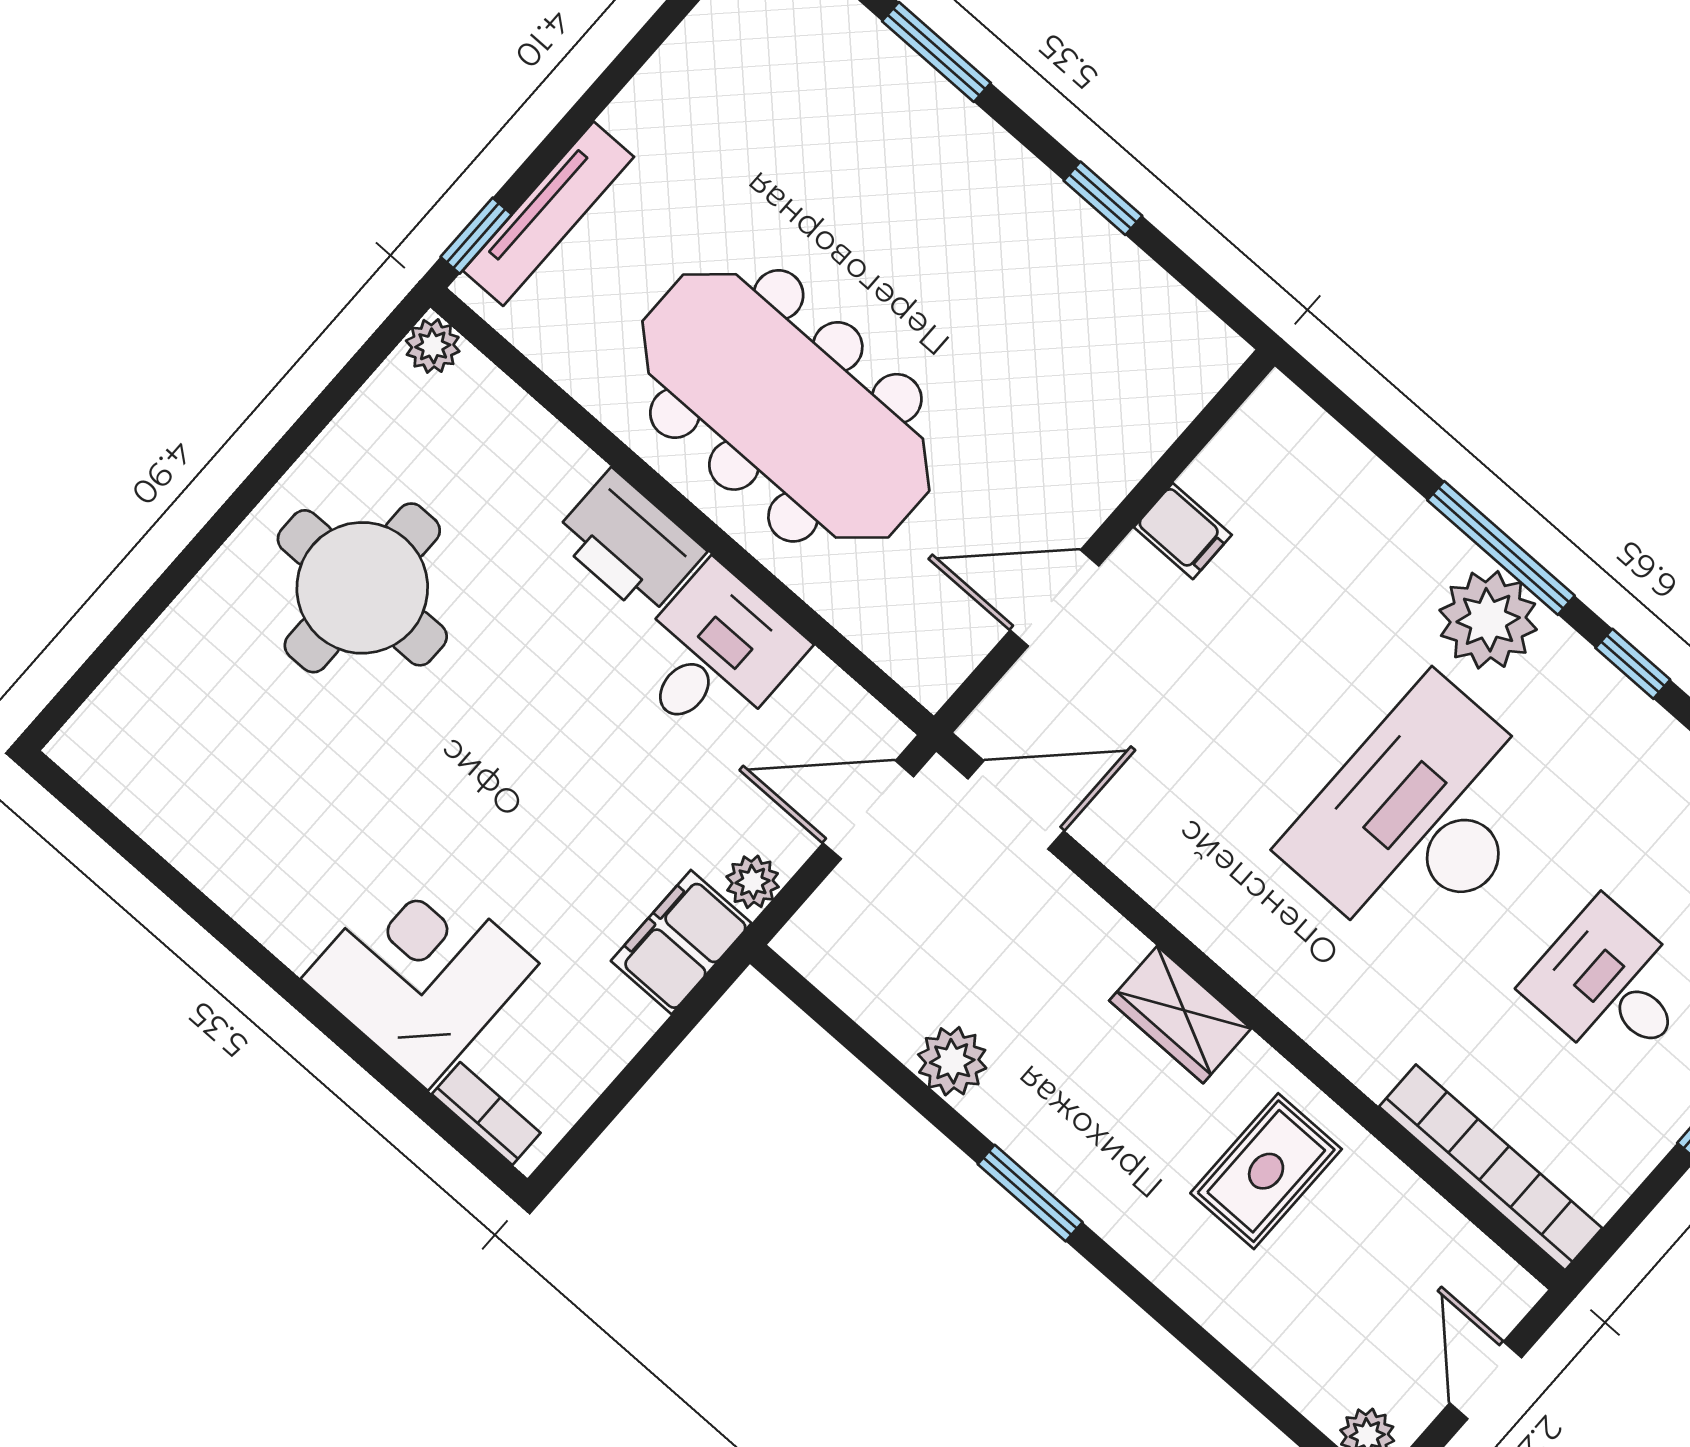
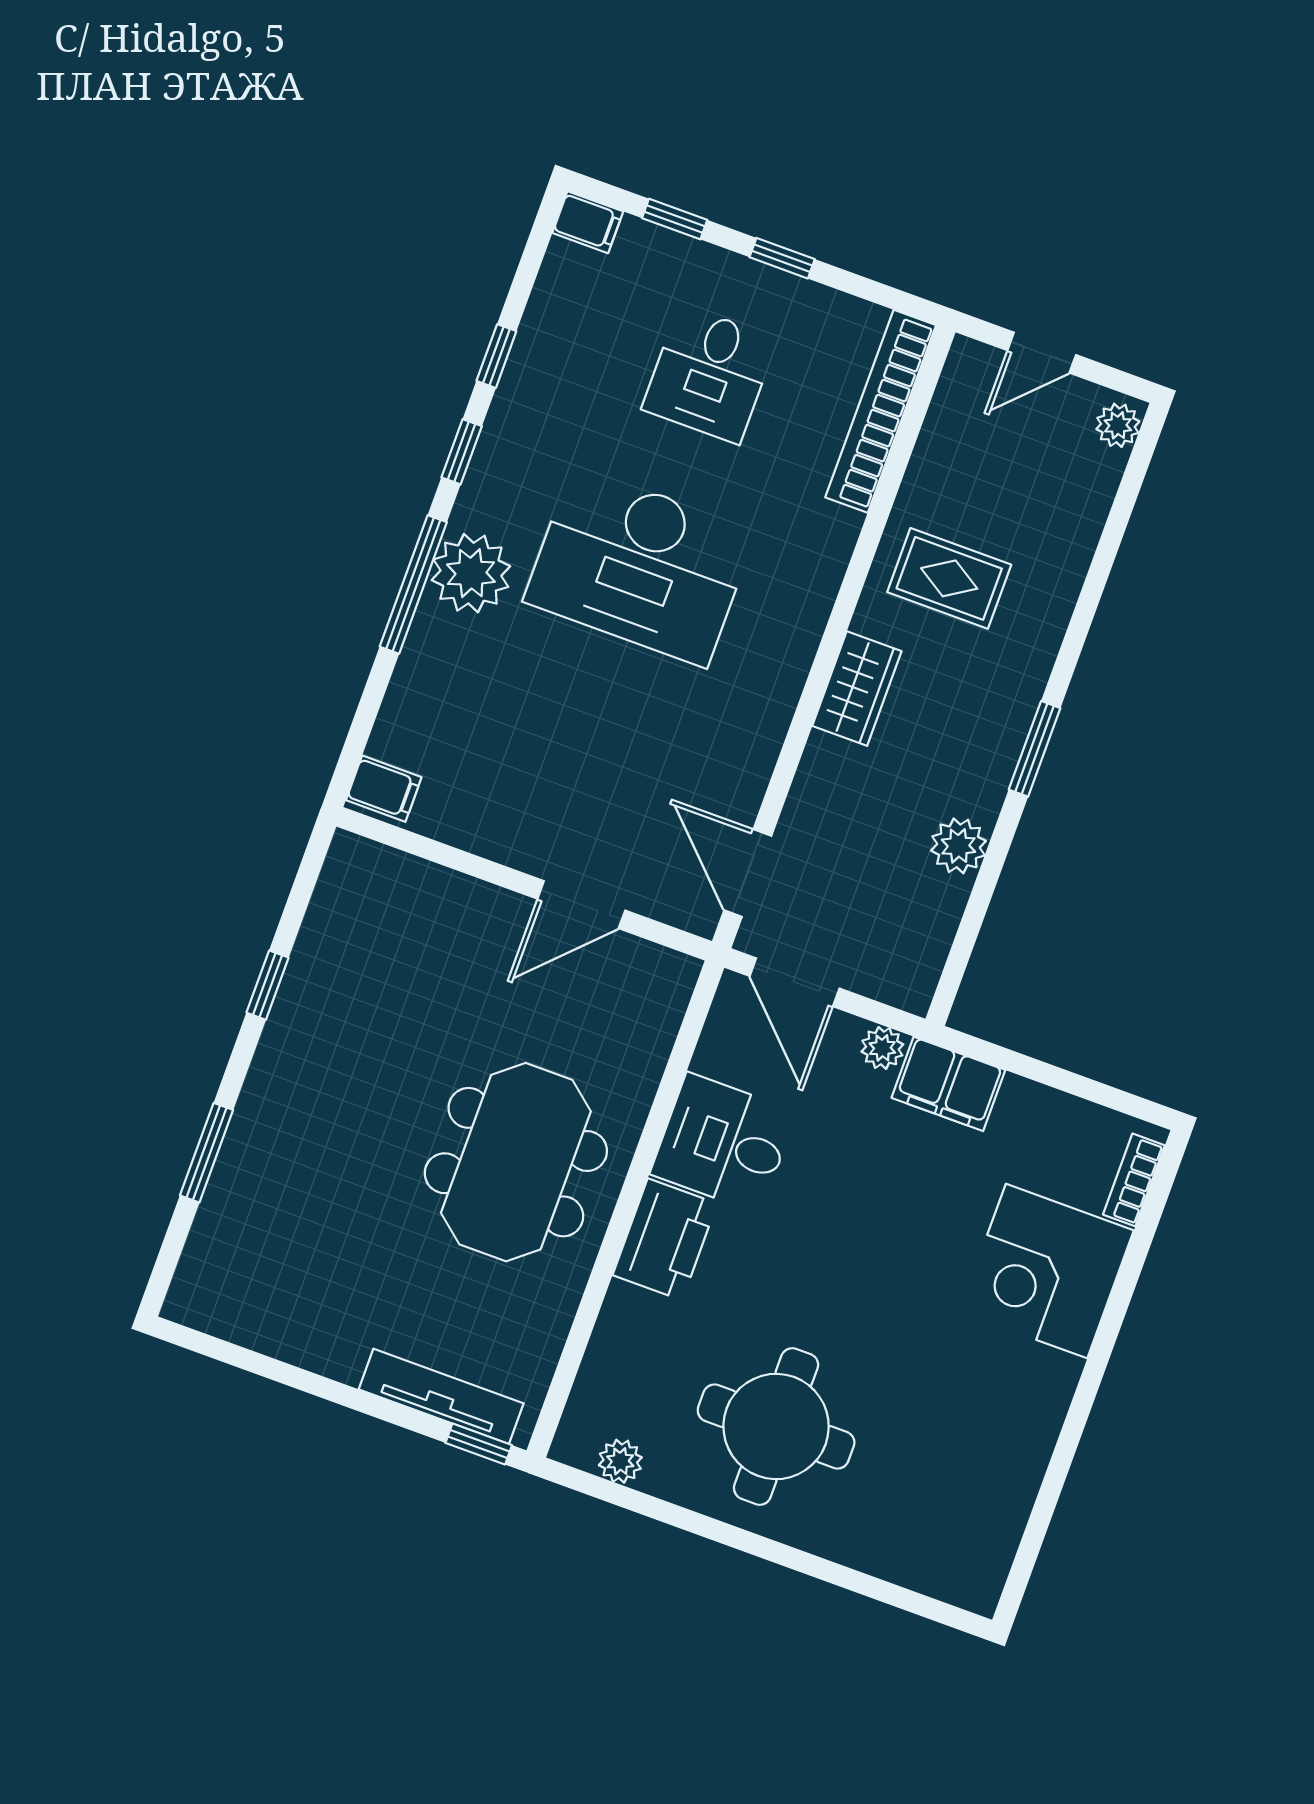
plant: (433, 346) -> (620, 1461), moved
meeting table: (786, 406) -> (516, 1162), width x0.73
filing cabinet: (1183, 531) -> (384, 789), moved, turned 90
door: (1054, 598) -> (581, 905), hinge flipped

